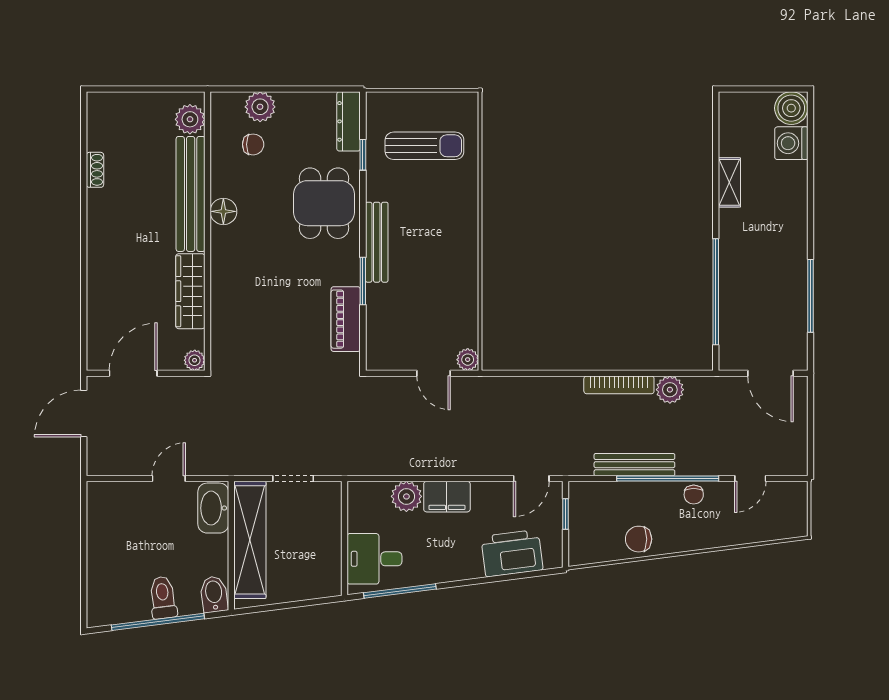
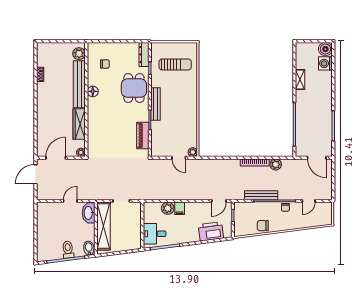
plant: (260, 107) -> (108, 48), removed
filing cabinet: (447, 497) -> (180, 208), width x0.50

